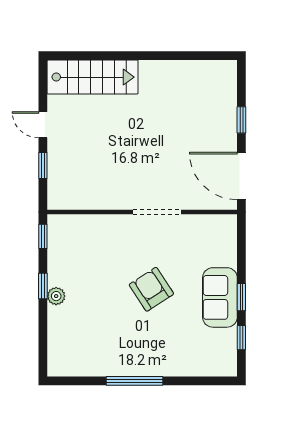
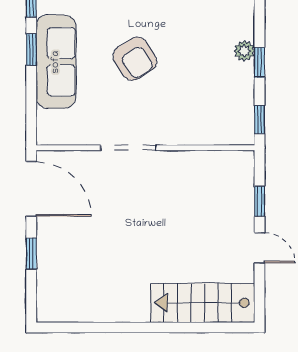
sofa: (220, 297) -> (56, 62), width x1.36

